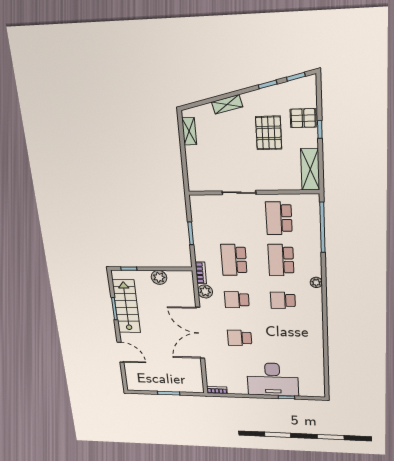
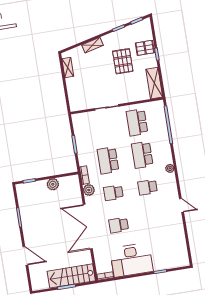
stairs: (126, 306) -> (71, 276), moved, turned -90
door: (325, 329) -> (181, 205), added
desk: (273, 379) -> (132, 260), moved

